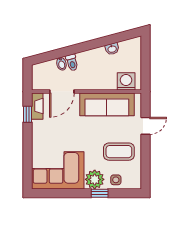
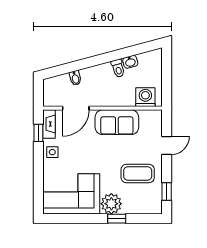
toilet: (72, 62) -> (118, 68), moved
sofa: (107, 104) -> (117, 122), width x0.73
window: (146, 168) -> (167, 191), added
side table: (116, 180) -> (52, 152), moved

